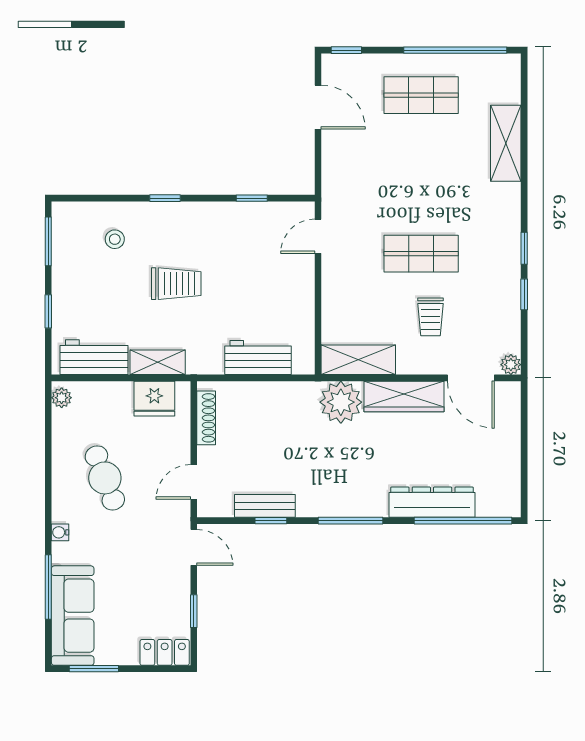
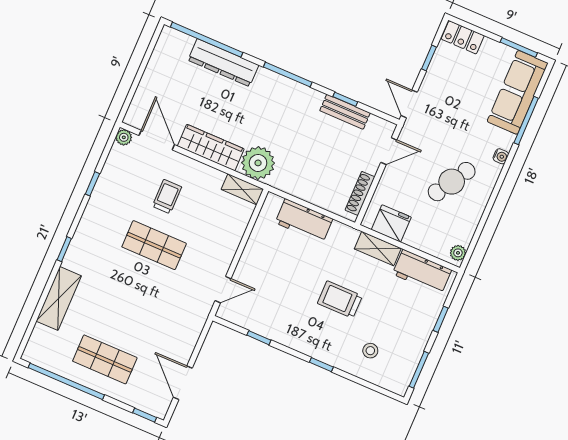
window: (524, 248) -> (64, 249), moved
shelving: (358, 360) -> (242, 189), width x0.67, depth x0.75
cafe table: (105, 478) -> (452, 182), turned 52

